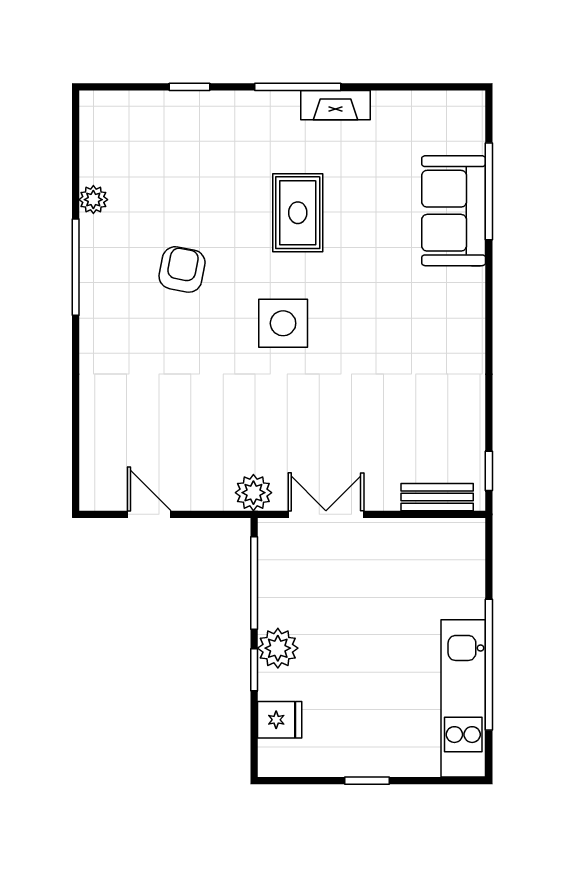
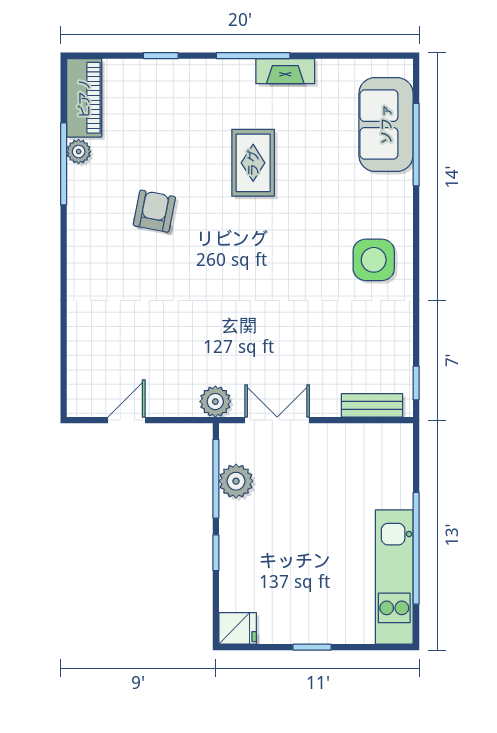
piano: (100, 137) -> (84, 98), added
sofa: (454, 211) -> (386, 124), moved
window: (76, 267) -> (64, 164), moved
side table: (283, 323) -> (374, 260), moved
door: (149, 514) -> (126, 420), hinge flipped
plant: (278, 648) -> (236, 481), moved
fridge: (280, 720) -> (238, 628), moved

